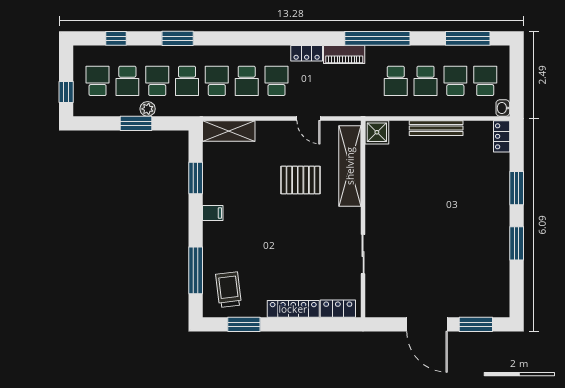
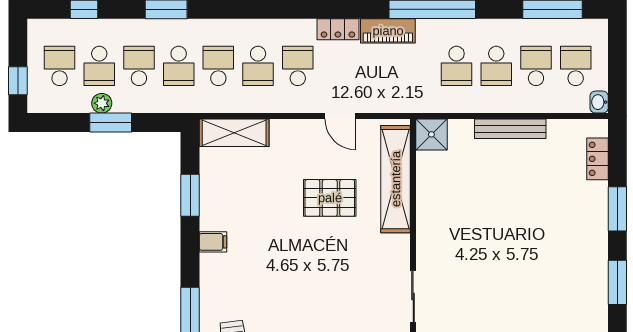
plant: (148, 109) -> (102, 103), moved
locker: (502, 136) -> (597, 159), moved

